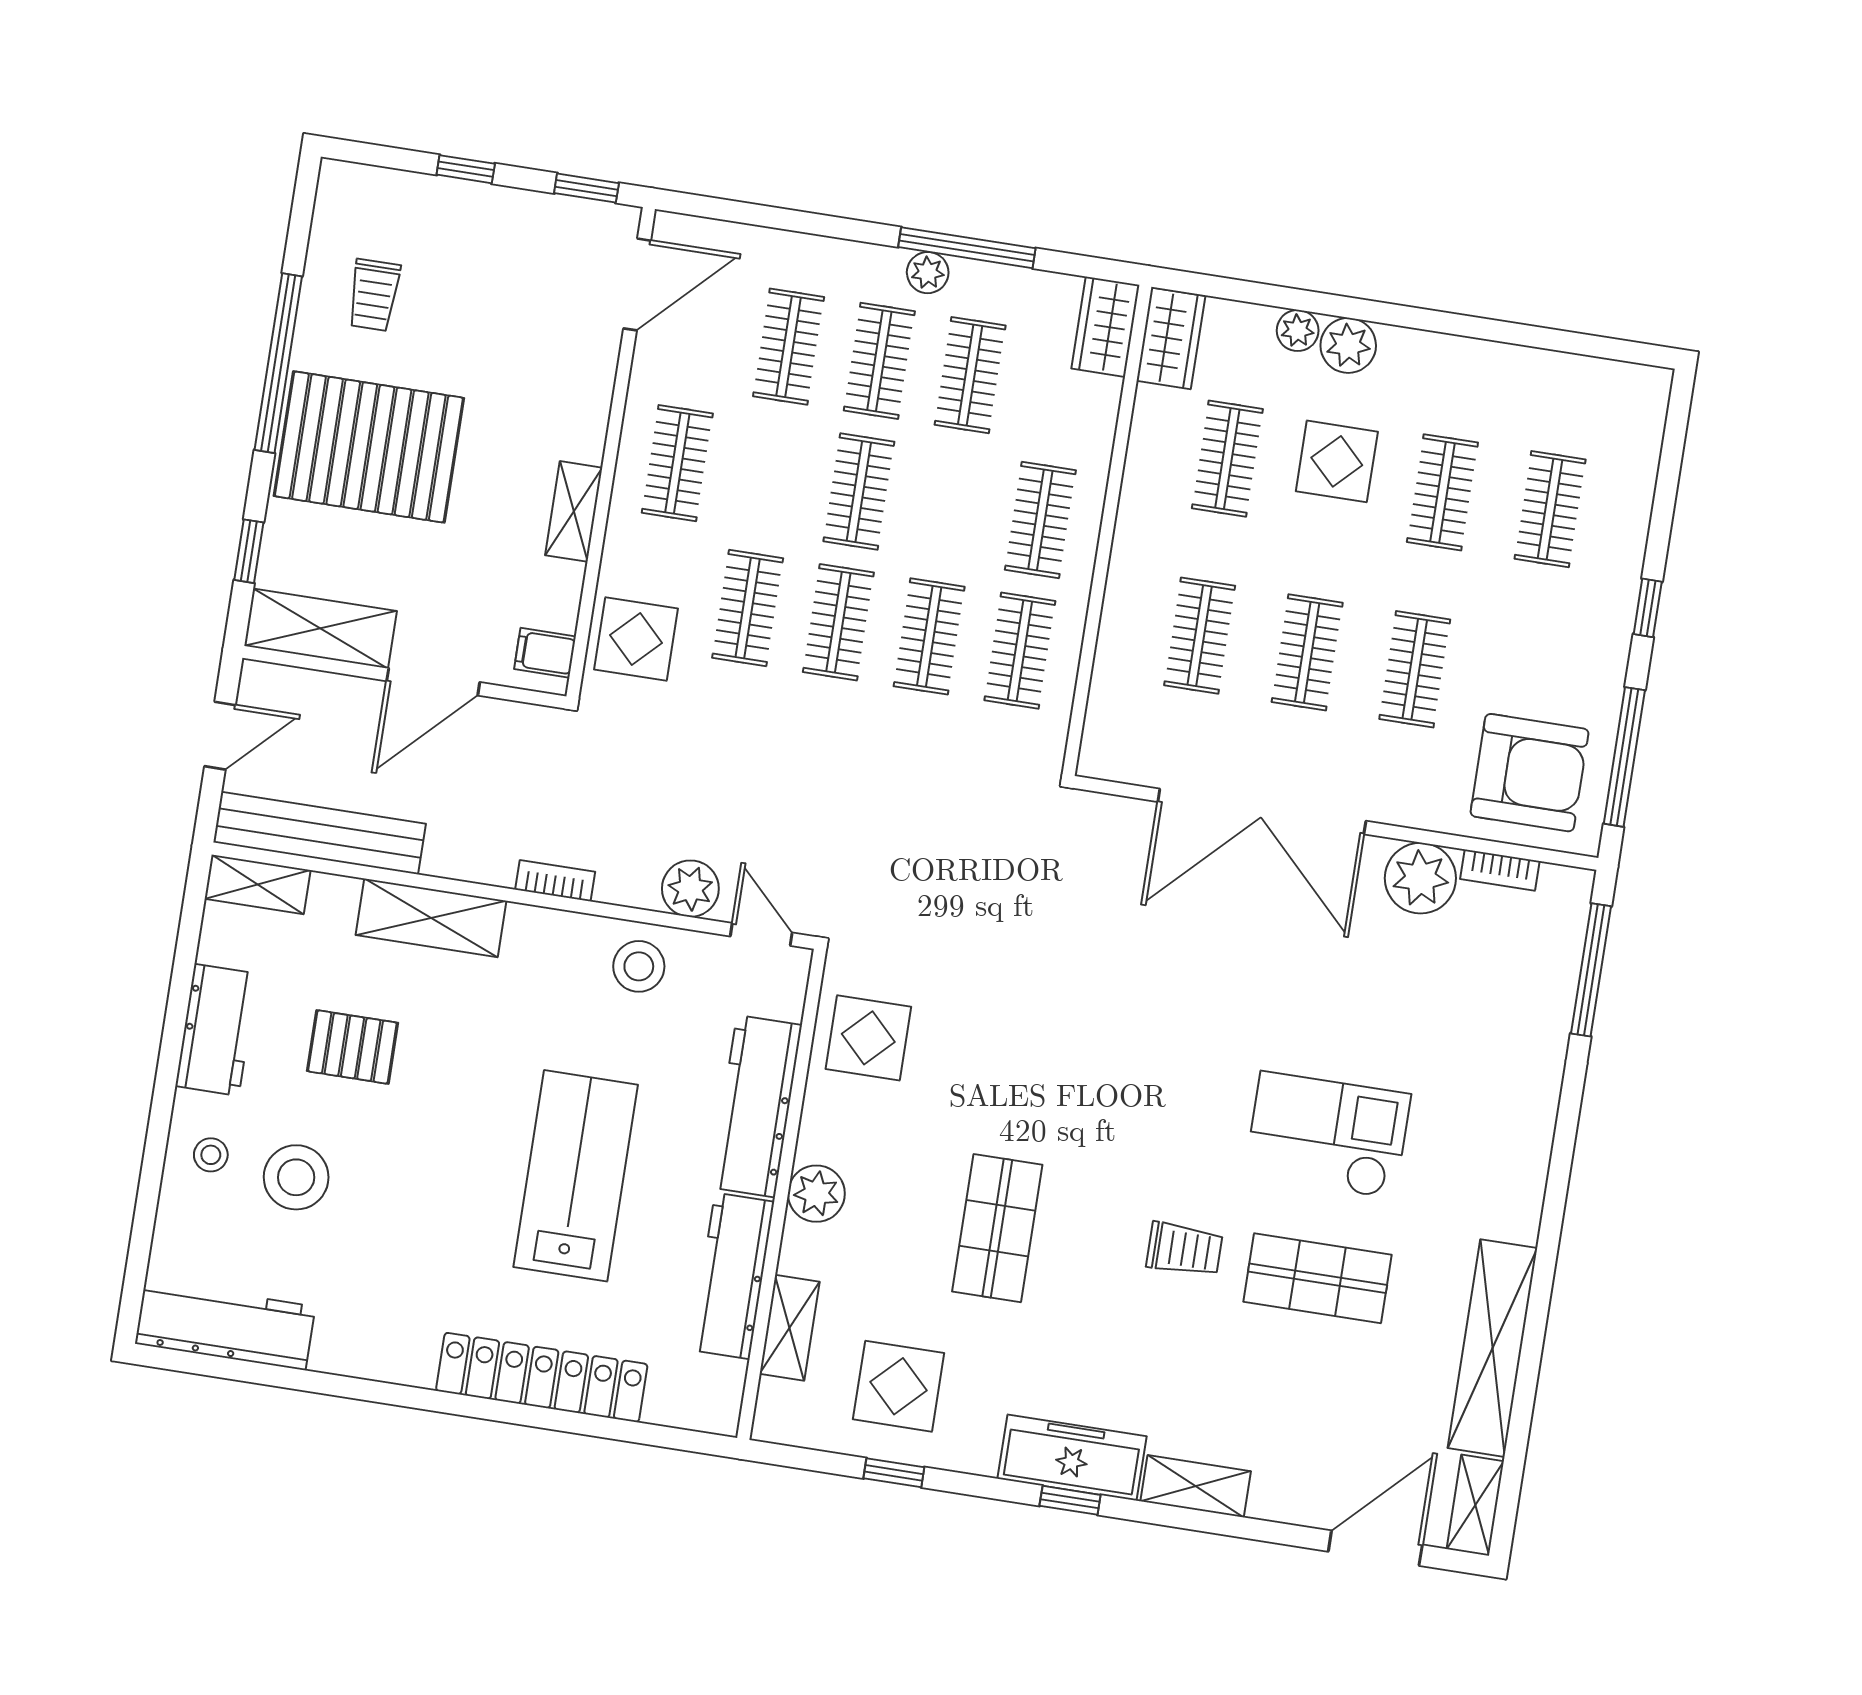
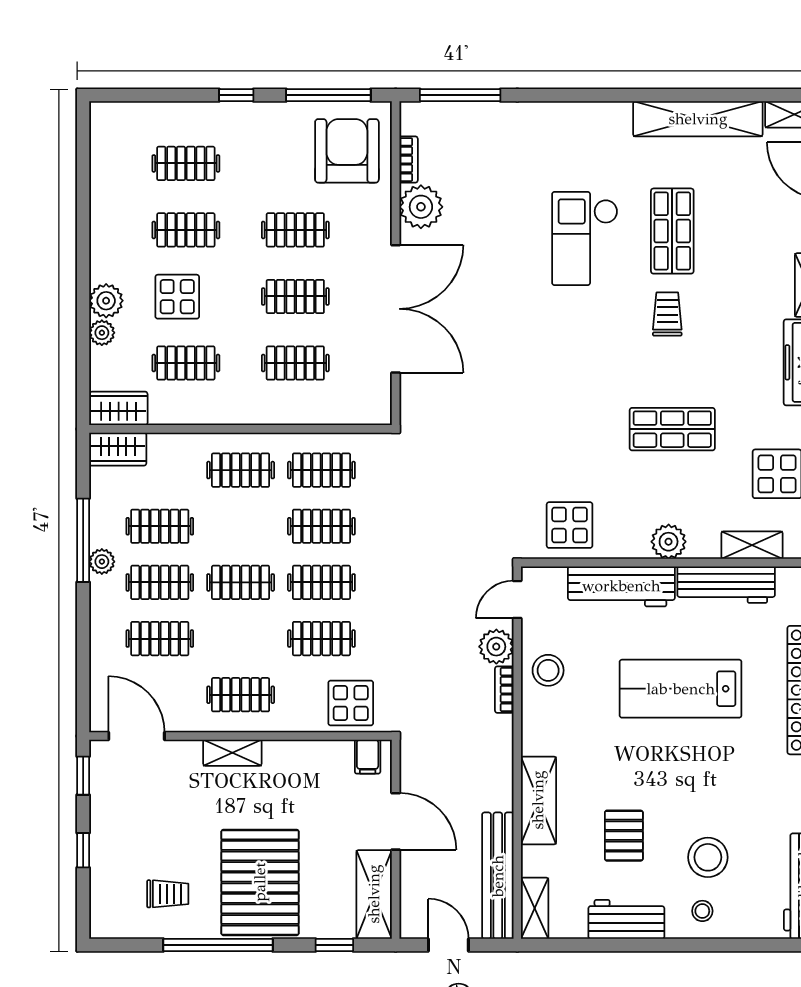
shelving: (574, 511) -> (232, 753), moved
bookcase: (555, 881) -> (504, 690), moved

